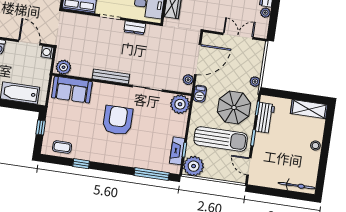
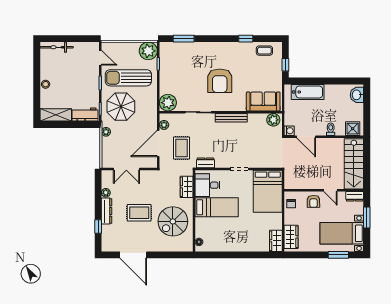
dresser: (135, 28) -> (205, 163), moved
rug: (172, 51) -> (182, 148), added
barbecue: (200, 94) -> (152, 114), removed
workbench: (265, 118) -> (85, 114), moved, turned 90
fireplace: (177, 151) -> (164, 62), removed
window: (152, 174) -> (184, 39), width x0.69

